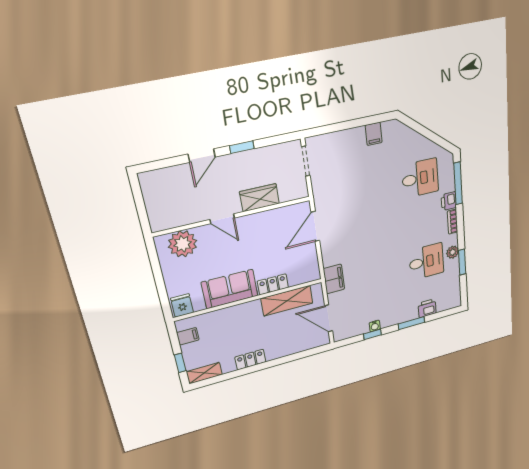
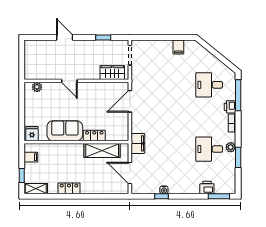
window: (242, 147) -> (103, 38), moved
door: (202, 156) -> (65, 38), swing flipped
desk: (420, 178) -> (209, 85), turned 180
wardrobe: (260, 198) -> (112, 73), moved
plant: (183, 244) -> (37, 87), width x0.53, depth x0.53
desk: (426, 261) -> (209, 149), turned 180
window: (411, 323) -> (219, 196), moved

